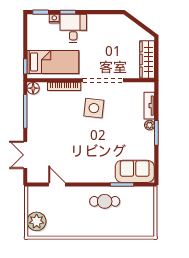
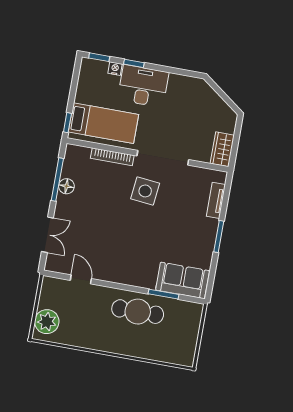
desk: (73, 28) -> (143, 86), width x1.37
wardrobe: (147, 59) -> (222, 149), width x0.67
floor lamp: (33, 88) -> (66, 186), moved
plant: (150, 125) -> (212, 225), removed
double door: (25, 155) -> (47, 235), swing flipped
cafe table: (105, 201) -> (138, 312), width x1.37, depth x1.35

